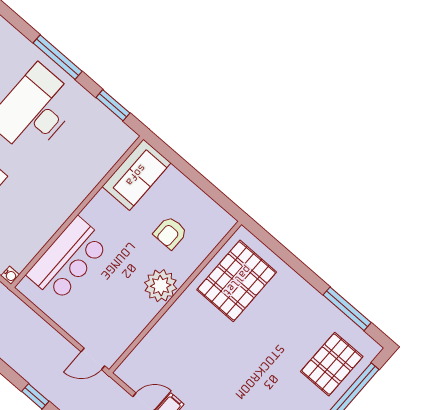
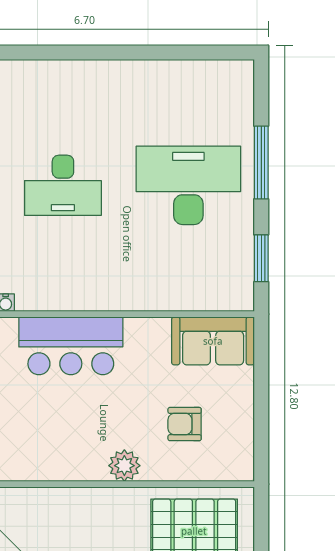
plant: (161, 286) -> (124, 466), width x0.73, depth x0.73

